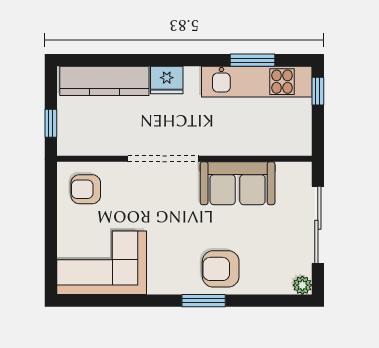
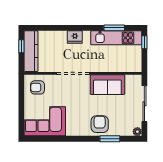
kitchen counter: (104, 81) -> (31, 51), moved, turned -90
window: (51, 123) -> (21, 46), moved
armchair: (221, 269) -> (100, 124), turned 90
window: (204, 301) -> (110, 139), moved

